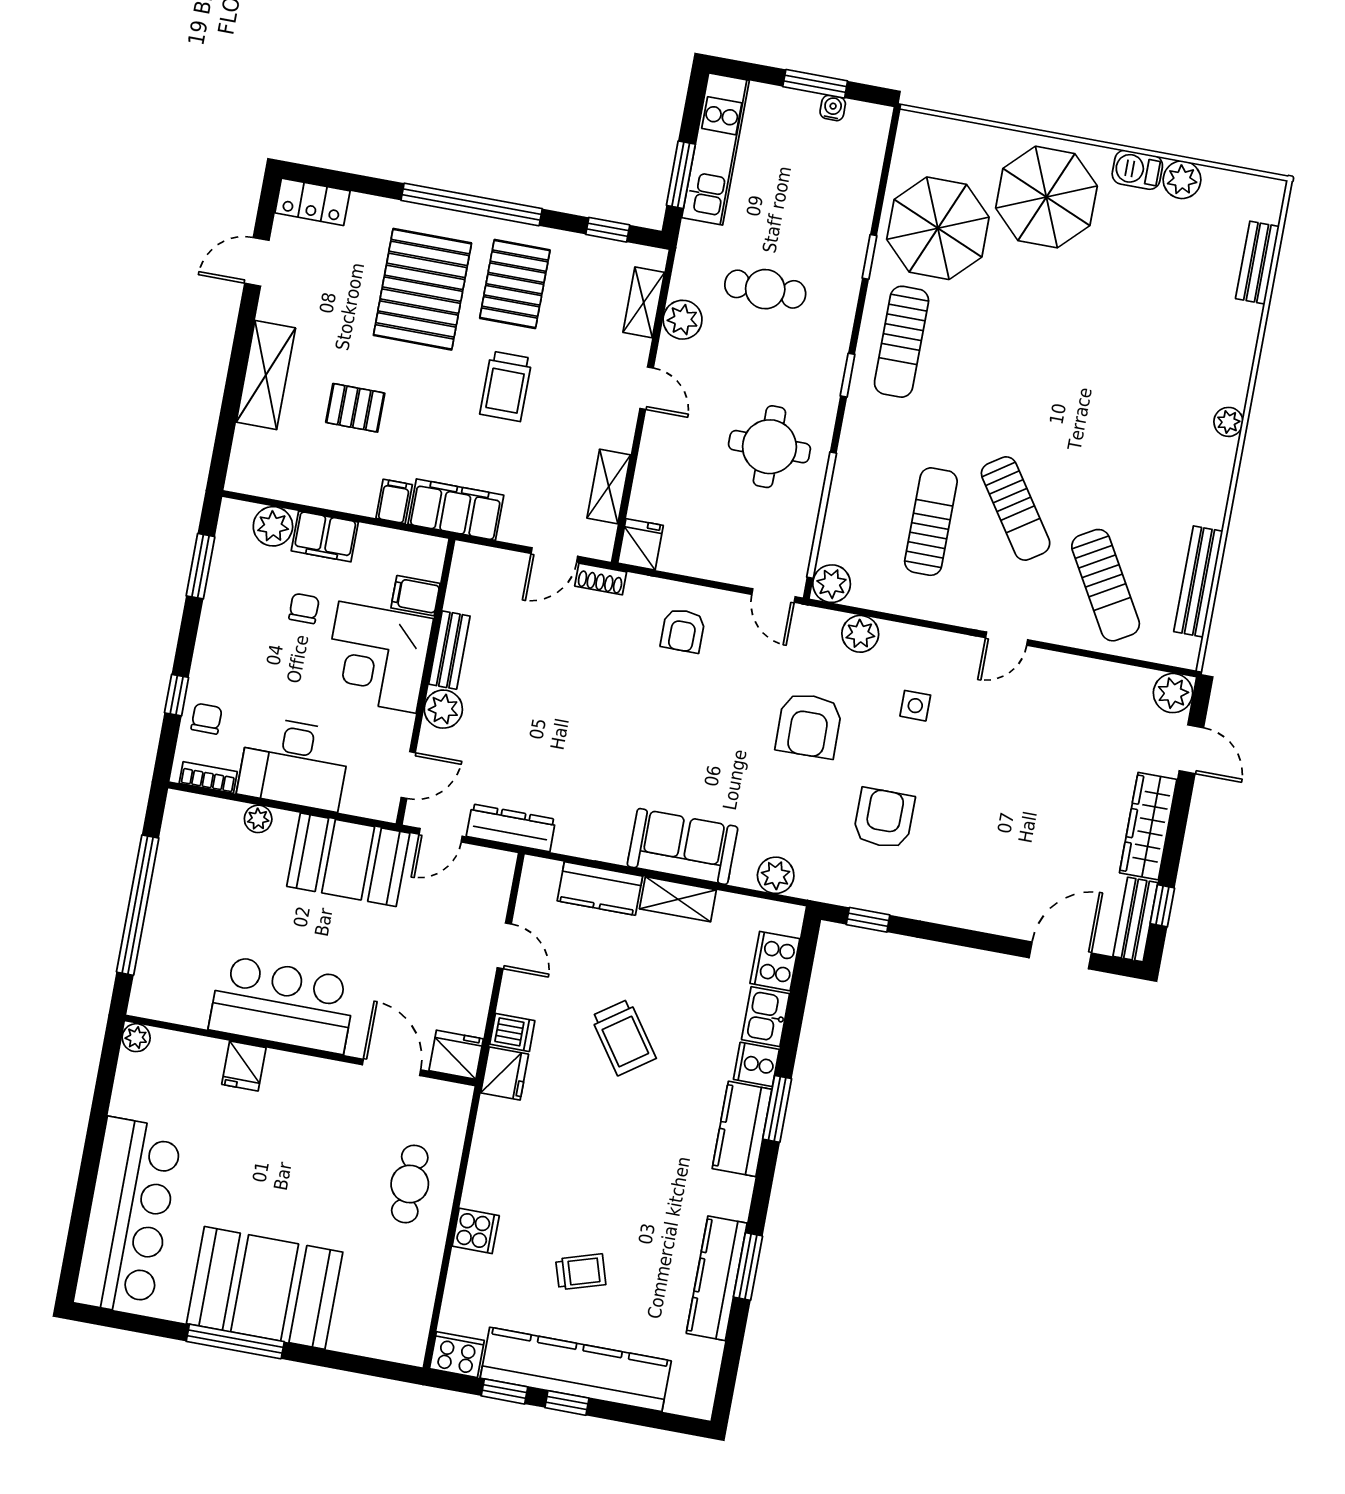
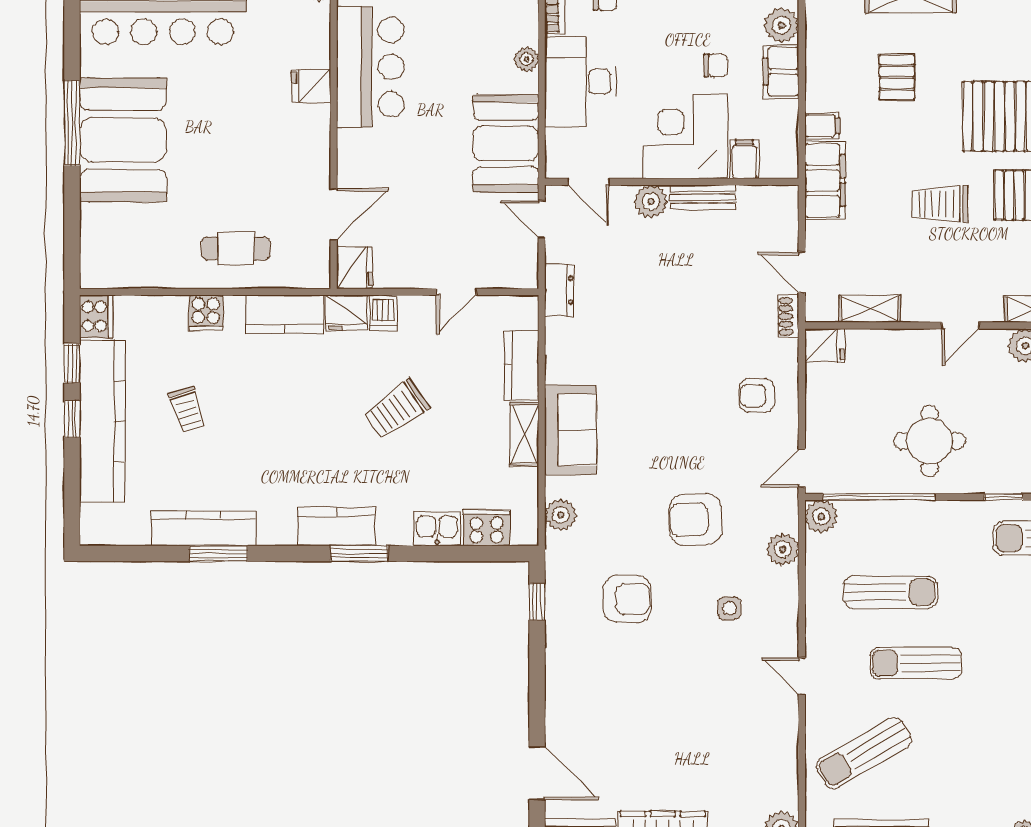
sun lounger: (1016, 508) -> (916, 663), turned 34
dresser: (511, 828) -> (559, 290), width x0.70
bar counter: (283, 1005) -> (370, 67), moved
cooker: (756, 1064) -> (394, 528), removed
kitchen counter: (494, 1143) -> (285, 314), added

